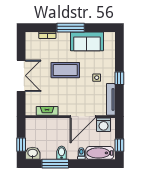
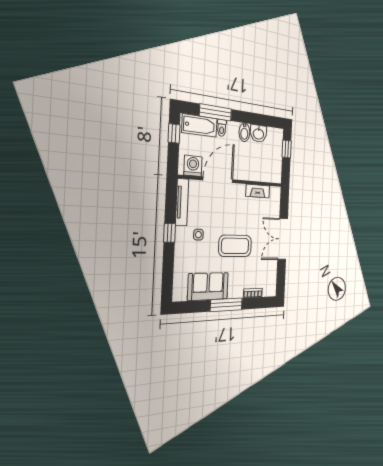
washbasin: (33, 153) -> (258, 134), moved
window: (55, 164) -> (215, 112), moved

